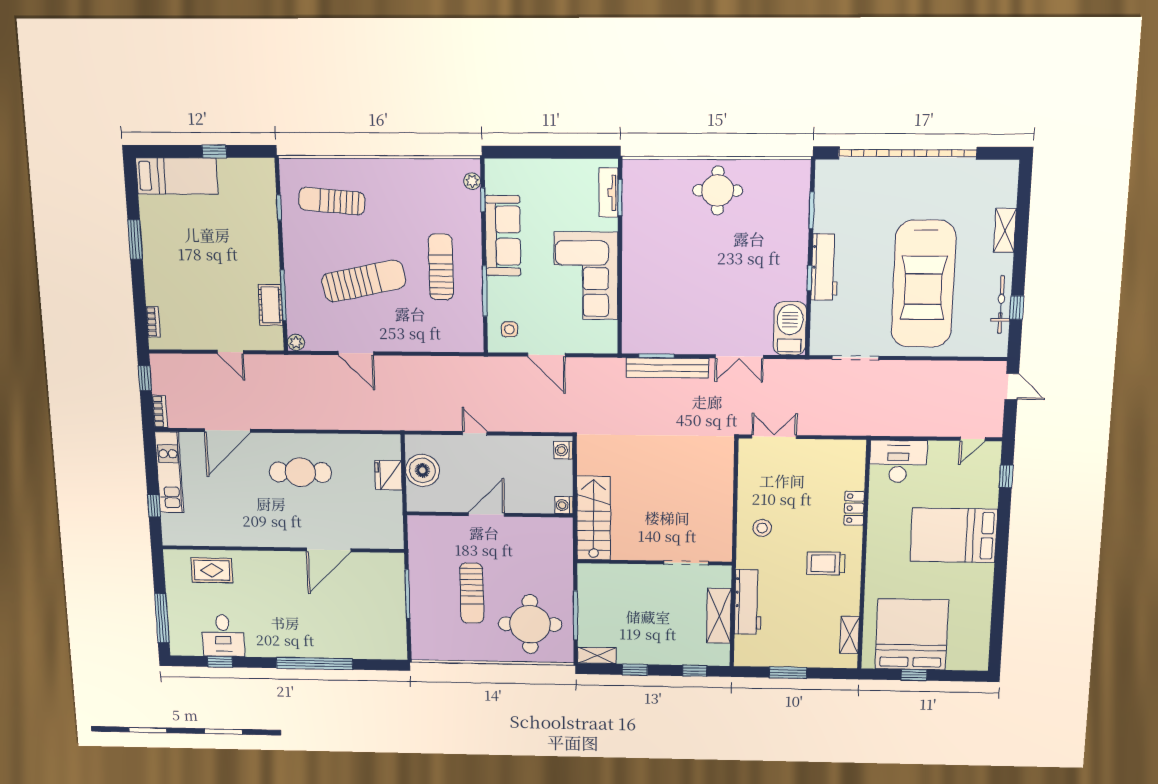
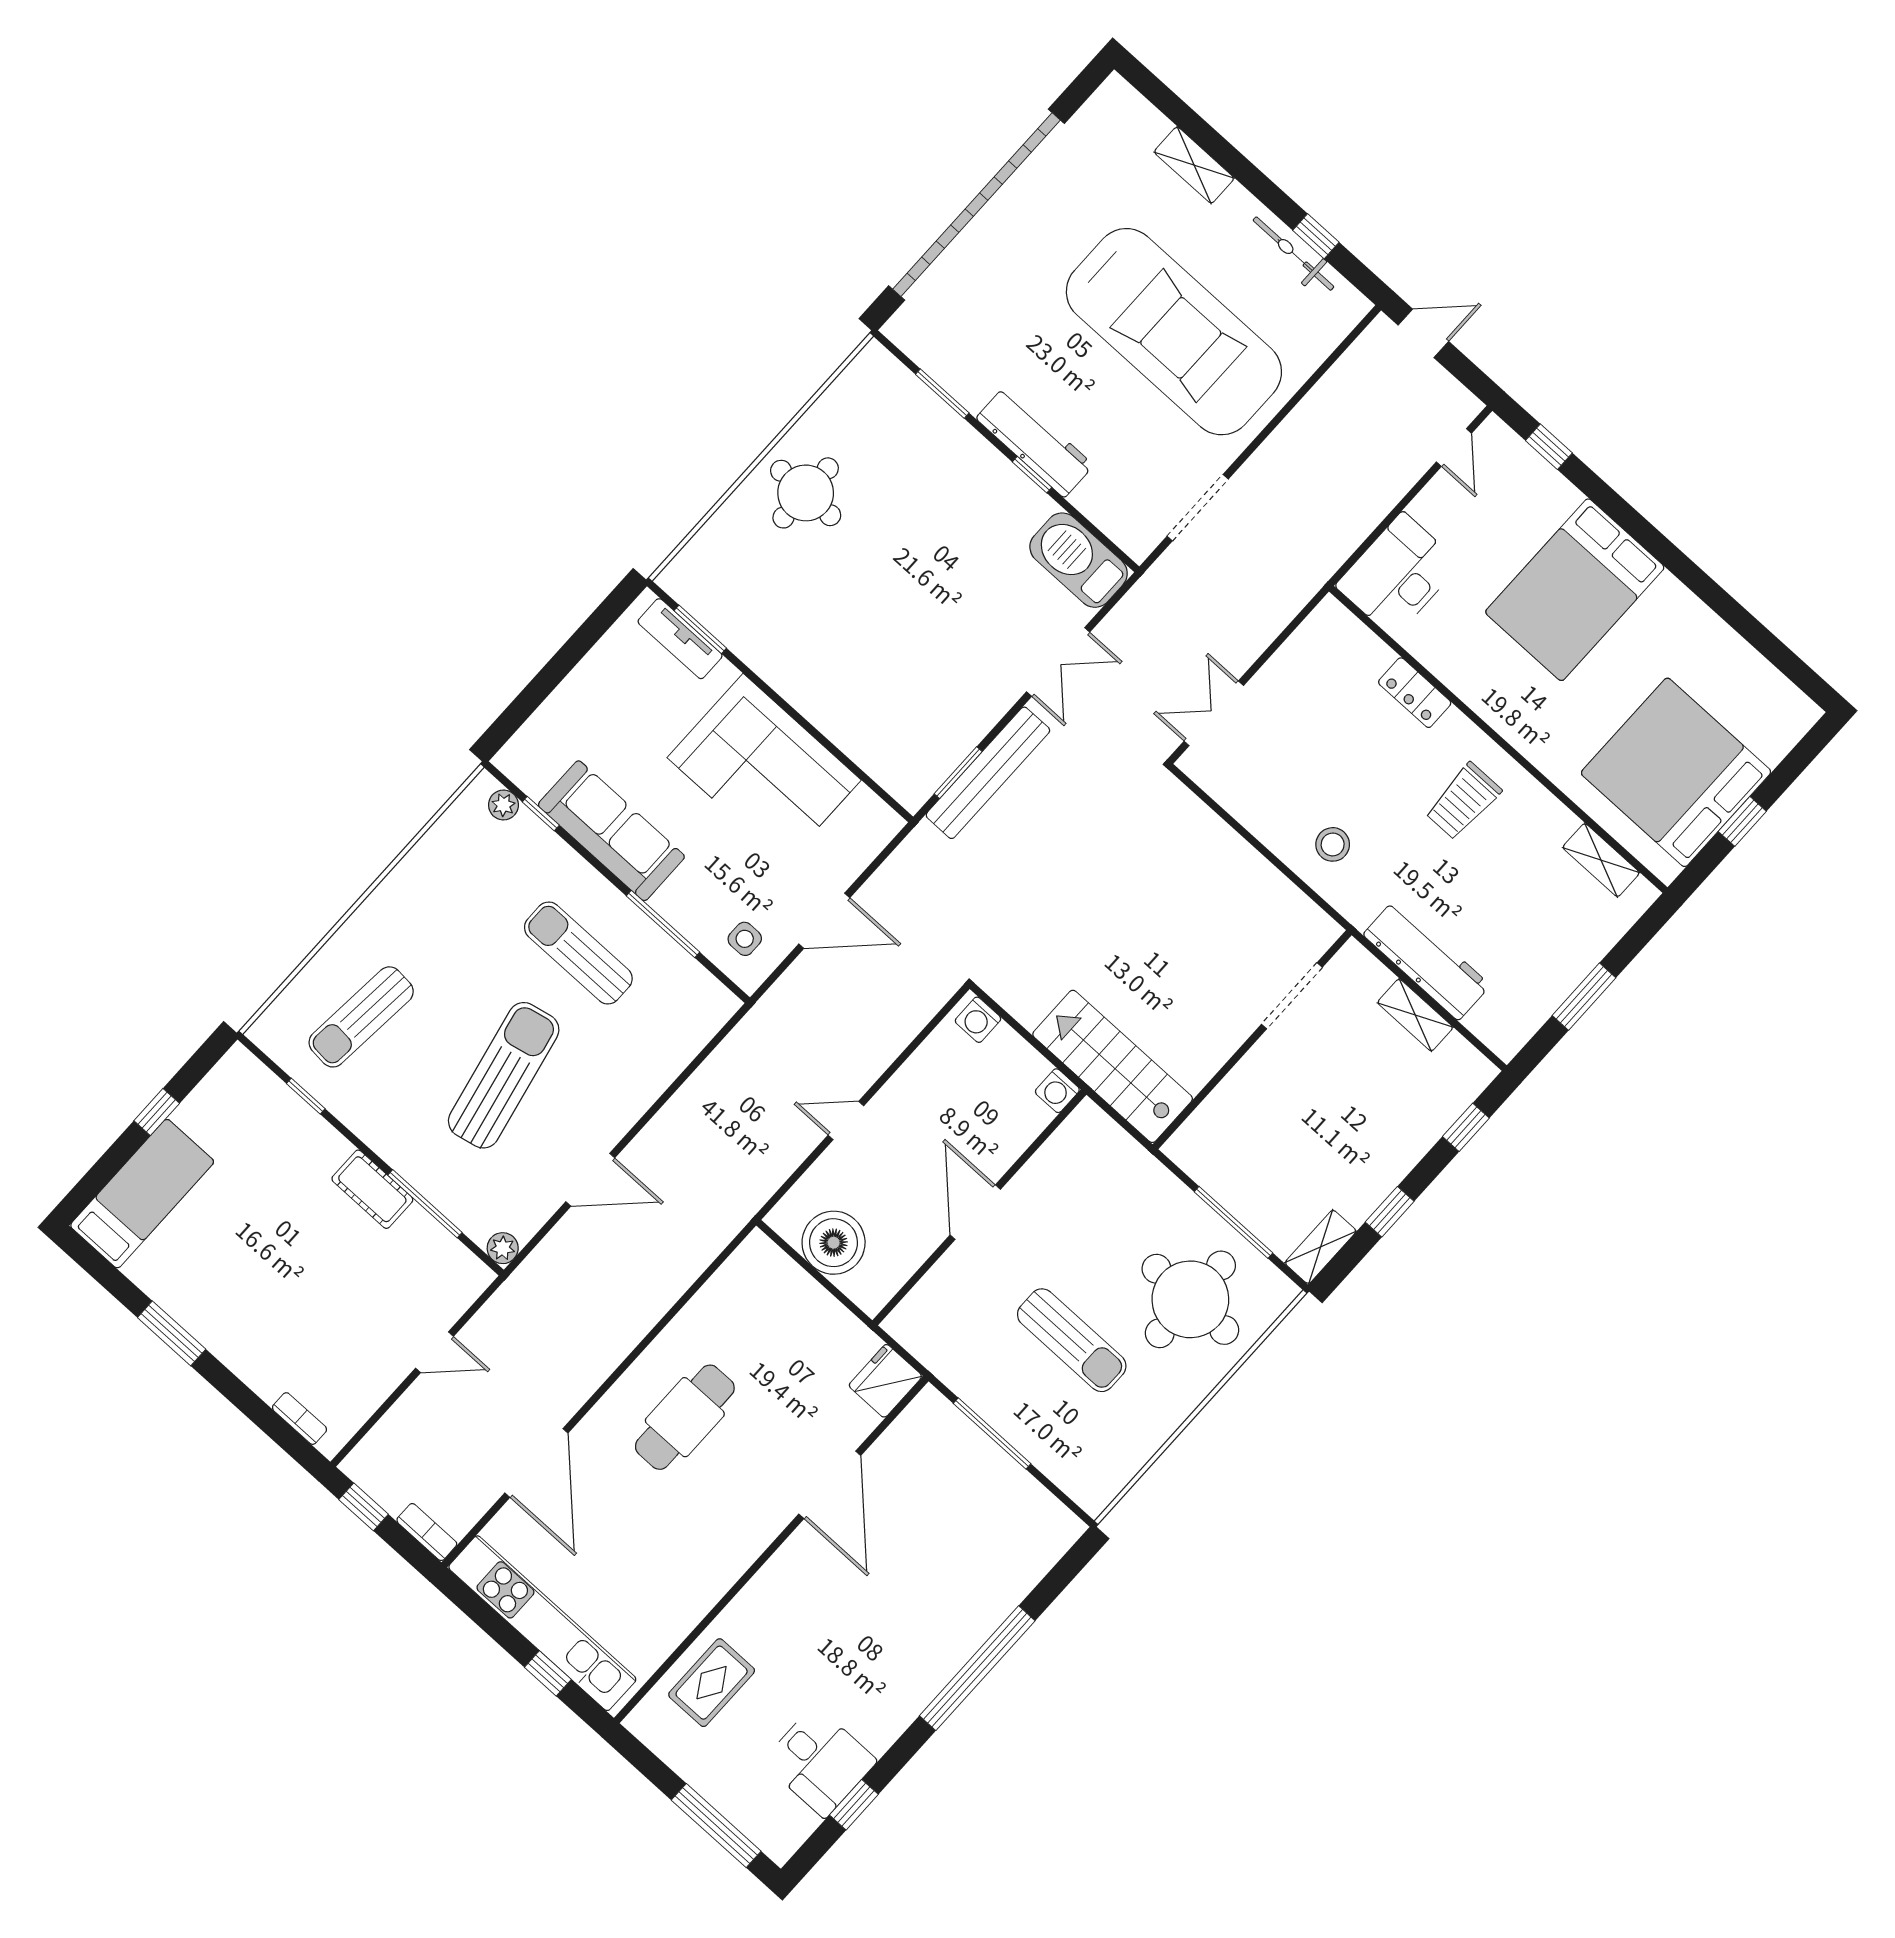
cot: (270, 305) -> (372, 1189), moved
kitchen unit: (169, 472) -> (542, 1623), width x1.36
fridge: (388, 475) -> (885, 1381), moved, turned 90
shelving: (719, 616) -> (1415, 1015), width x0.67, depth x0.75

